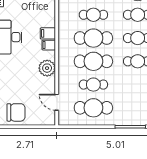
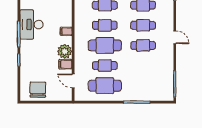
filing cabinet: (48, 33) -> (65, 64), moved
cafe table: (93, 38) -> (105, 25), width x0.73, depth x0.74
chair: (16, 112) -> (38, 90), turned -90

